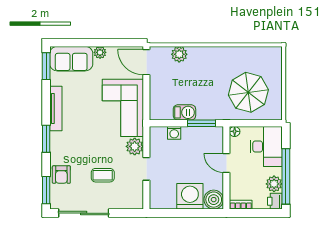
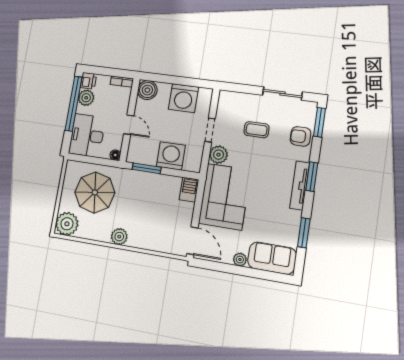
plant: (179, 54) -> (119, 237), moved
plant: (271, 58) -> (67, 224), added
window: (46, 66) -> (304, 233), moved
tv unit: (56, 109) -> (300, 186), moved
barbecue: (184, 112) -> (189, 190), moved, turned 90
washing machine: (174, 133) -> (171, 156), width x1.89, depth x1.89
armchair: (61, 175) -> (301, 136), turned -90
washing machine: (190, 196) -> (183, 98), moved
sliding door: (84, 213) -> (282, 93), width x0.73

